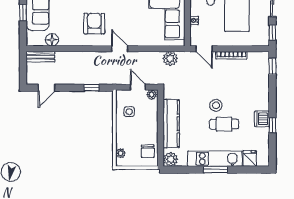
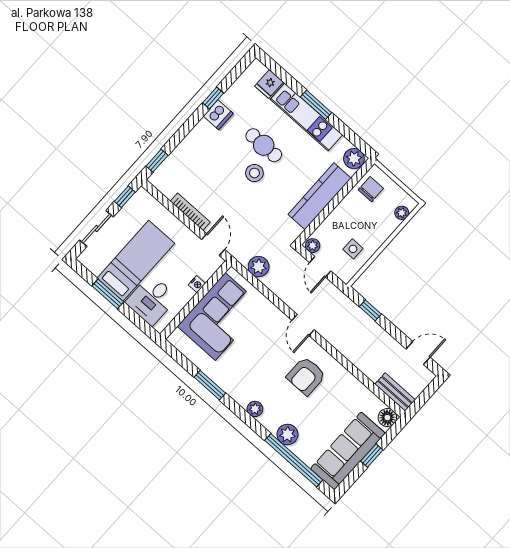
floor lamp: (52, 40) -> (387, 418), moved

